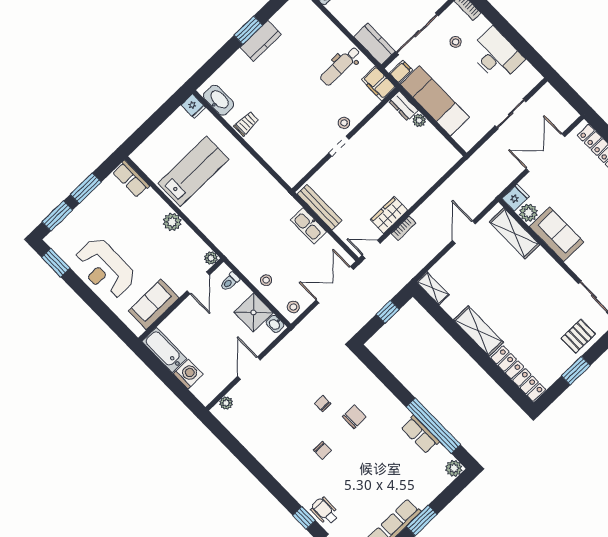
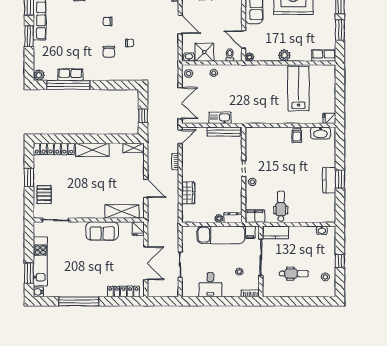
desk: (496, 55) -> (210, 285), width x0.73
lab bench: (193, 171) -> (298, 88), turned 180
plant: (528, 213) -> (125, 228), removed
wardrobe: (389, 215) -> (188, 193), moved

